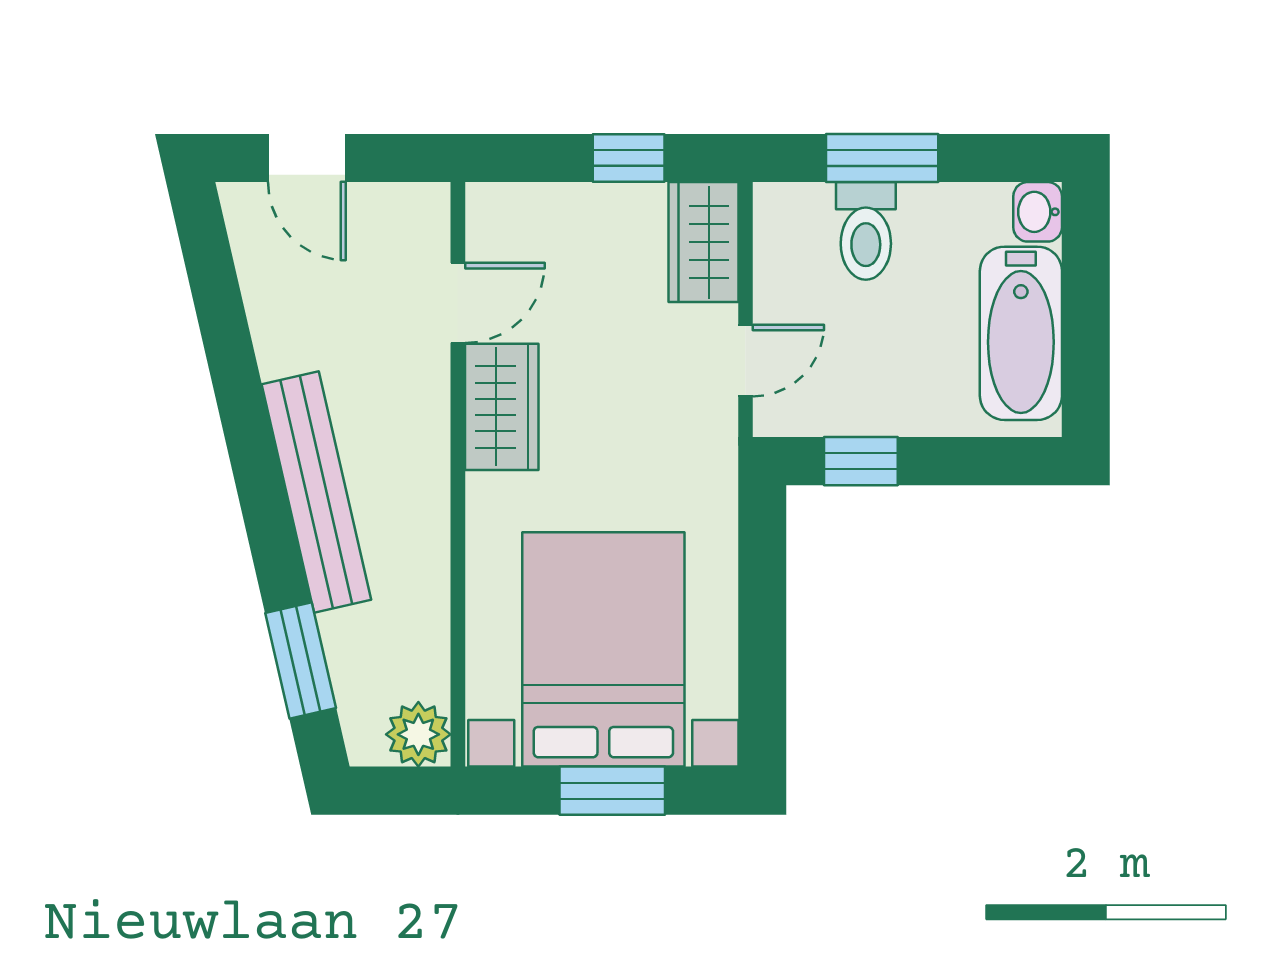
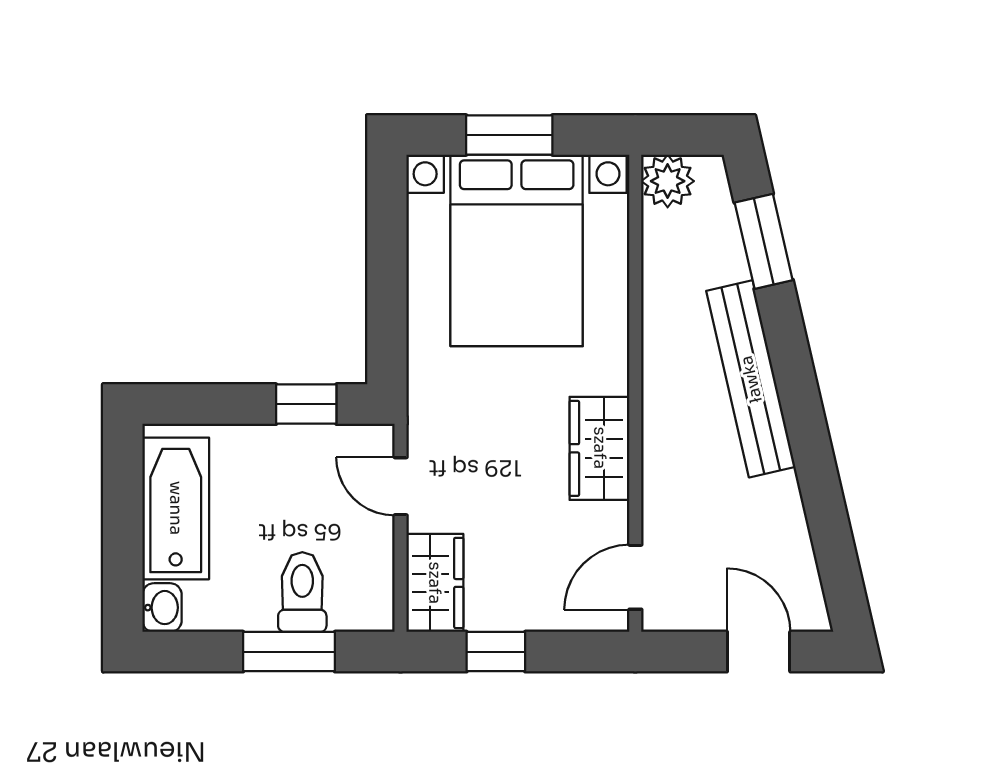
door: (458, 303) -> (635, 577), moved
door: (745, 361) -> (401, 486), hinge flipped

